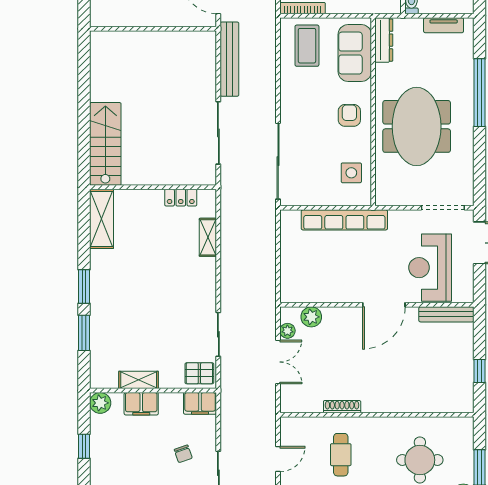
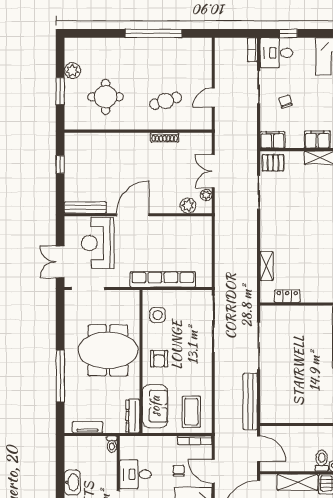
meeting table: (417, 126) -> (108, 350), turned 90
reception desk: (430, 268) -> (98, 243), turned 180
cafe table: (341, 455) -> (166, 101), turned 73

